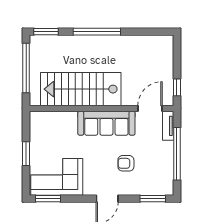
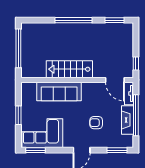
window: (46, 32) -> (114, 20), moved
stairs: (81, 89) -> (69, 69), width x0.73, depth x0.66
door: (150, 108) -> (115, 80), swing flipped
sofa: (106, 123) -> (59, 91), moved
fireplace: (166, 160) -> (127, 120), added

